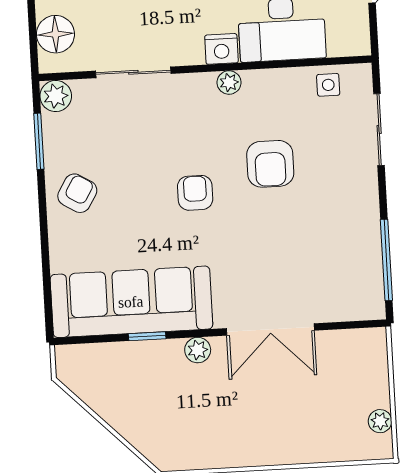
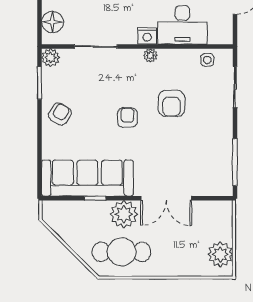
plant: (198, 350) -> (124, 214), width x1.87, depth x1.87
plant: (380, 421) -> (220, 254), width x1.88, depth x1.88
cafe table: (198, 427) -> (121, 252), added

